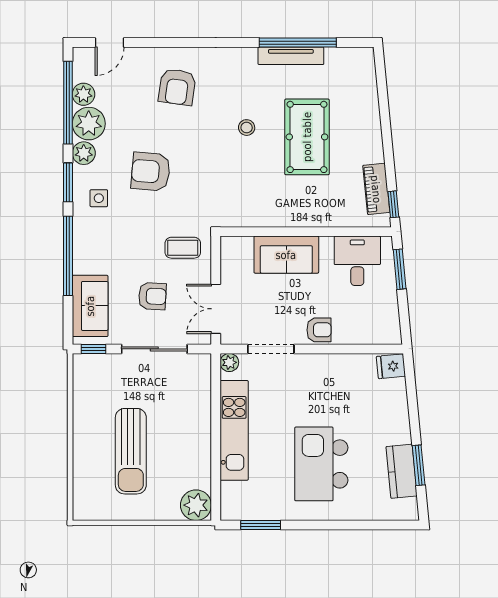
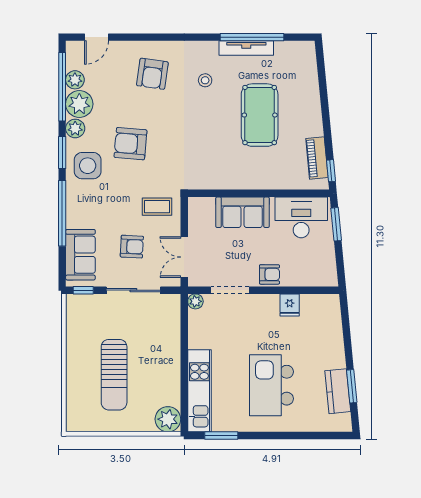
stool: (247, 128) -> (205, 80), moved
side table: (99, 198) -> (88, 166), width x1.87, depth x1.87
desk: (357, 261) -> (301, 217), width x1.37
fridge: (391, 366) -> (290, 305), moved, turned -84
kitchen unit: (234, 430) -> (199, 391), moved

